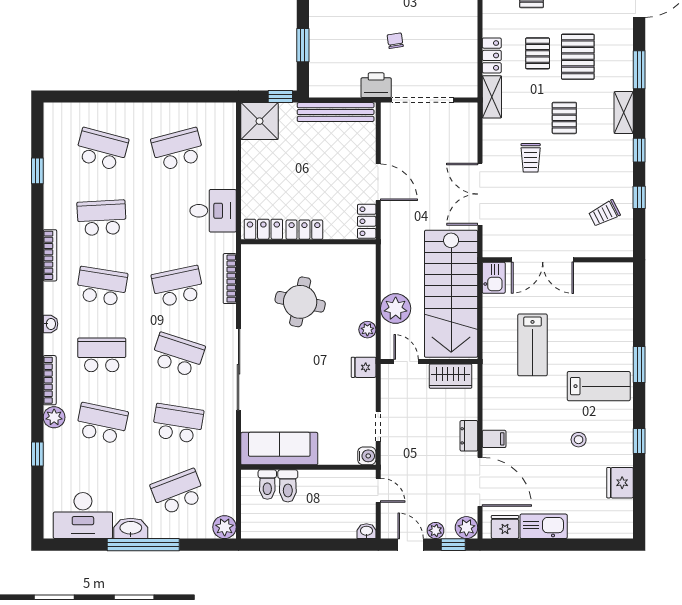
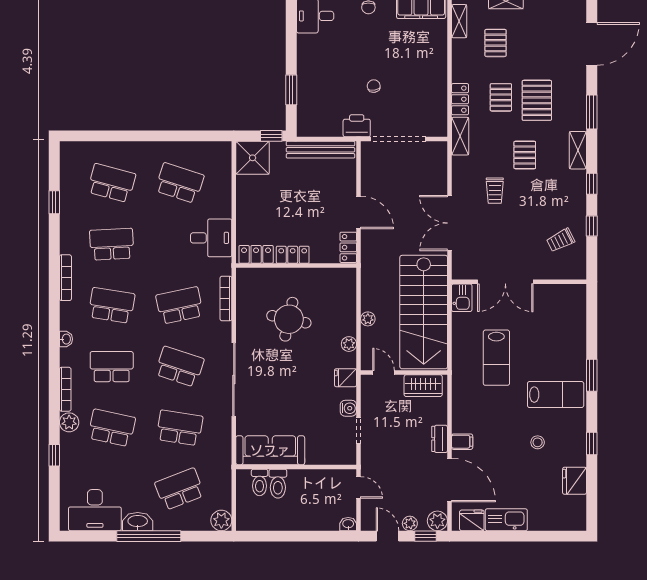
school desk: (178, 149) -> (180, 183), turned 33
plant: (396, 308) -> (368, 319), width x0.53, depth x0.53
water cooler: (367, 456) -> (348, 408), moved

